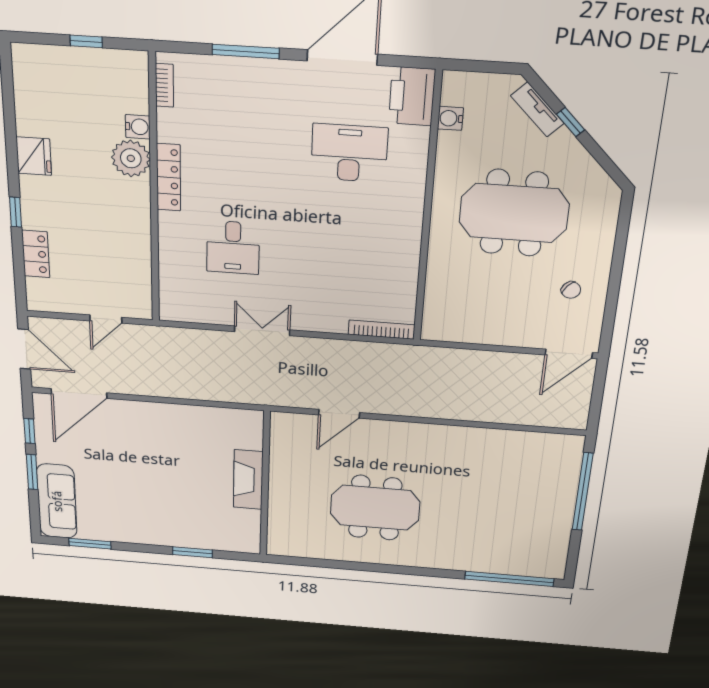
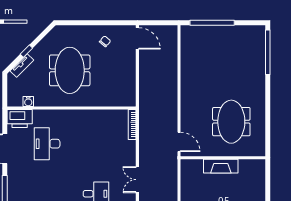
fireplace: (248, 480) -> (221, 166), moved
wall: (265, 485) -> (223, 158), moved

